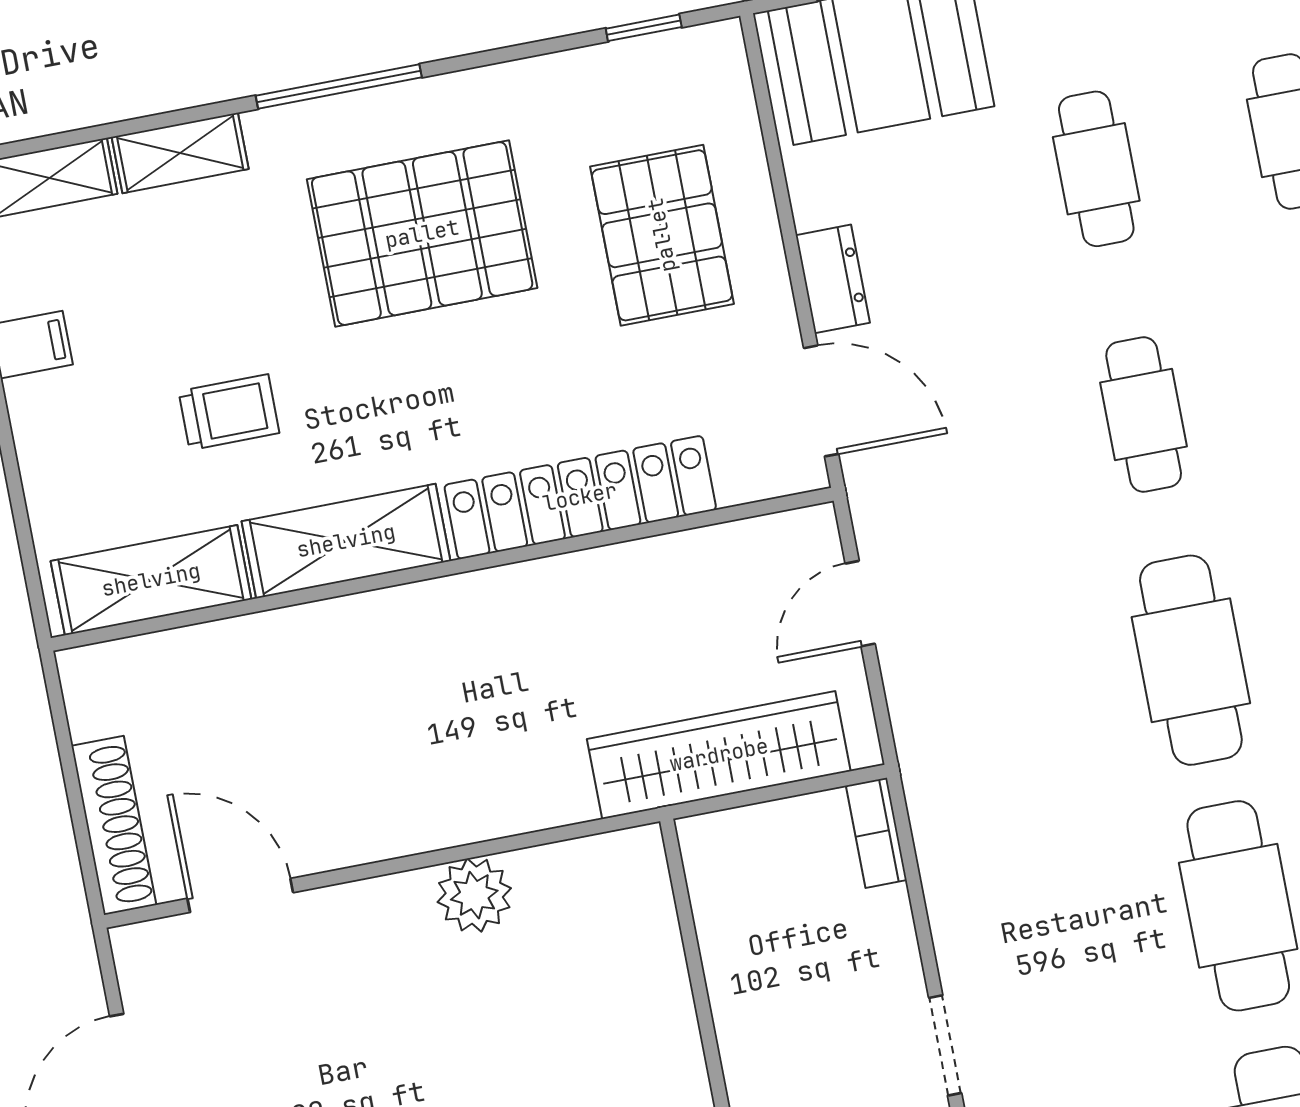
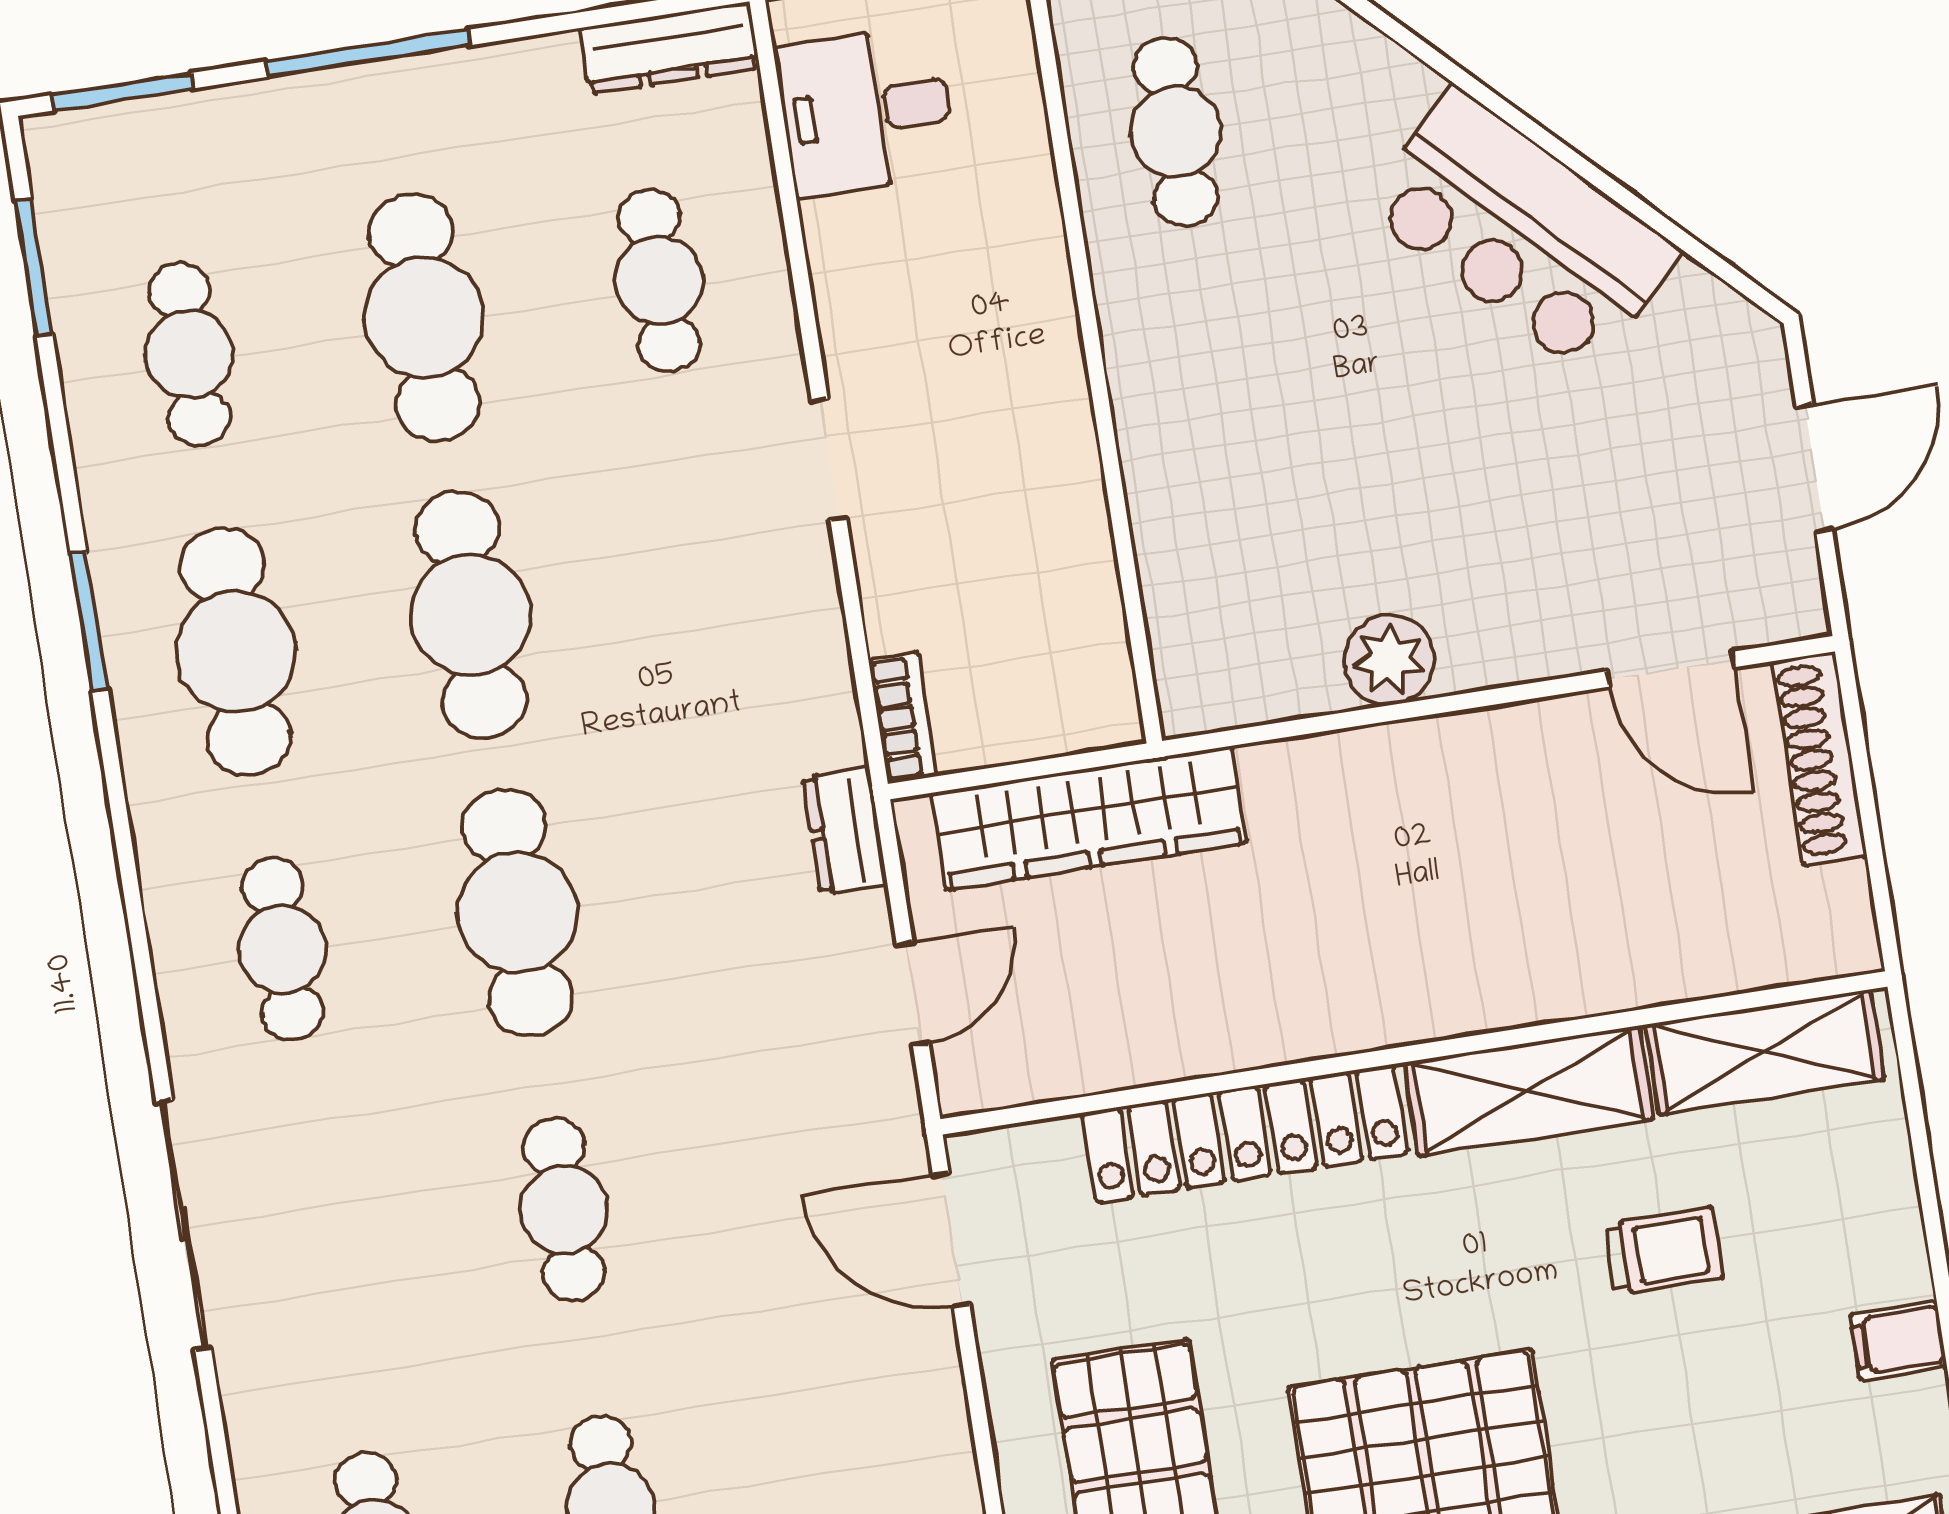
dresser: (833, 279) -> (845, 831), moved
trolley: (229, 412) -> (1664, 1251), turned 180

